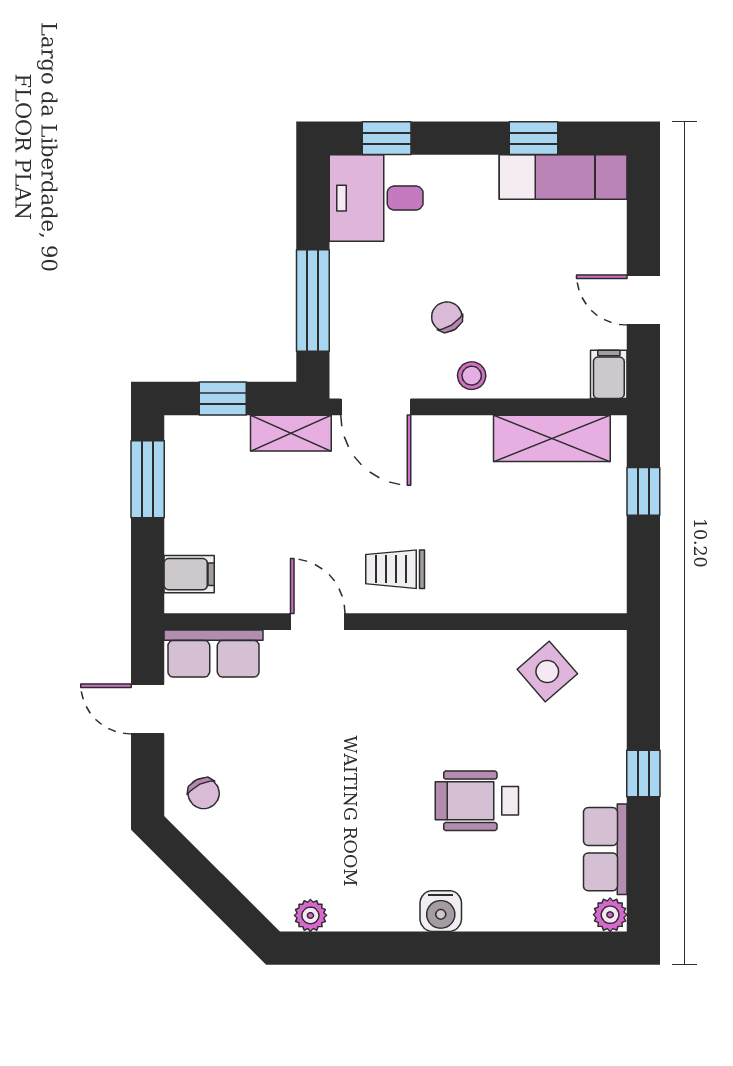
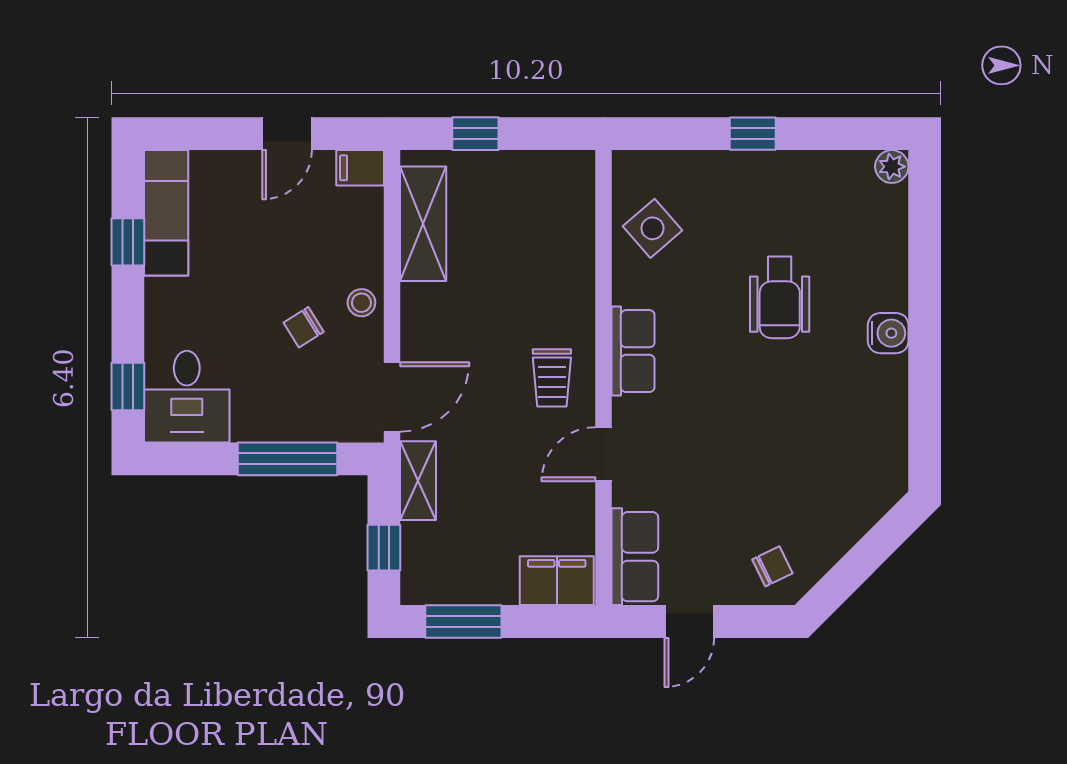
filing cabinet: (189, 574) -> (557, 581), width x2.00
row of seats: (605, 849) -> (633, 351), moved, turned -90
plant: (310, 915) -> (892, 461), removed

